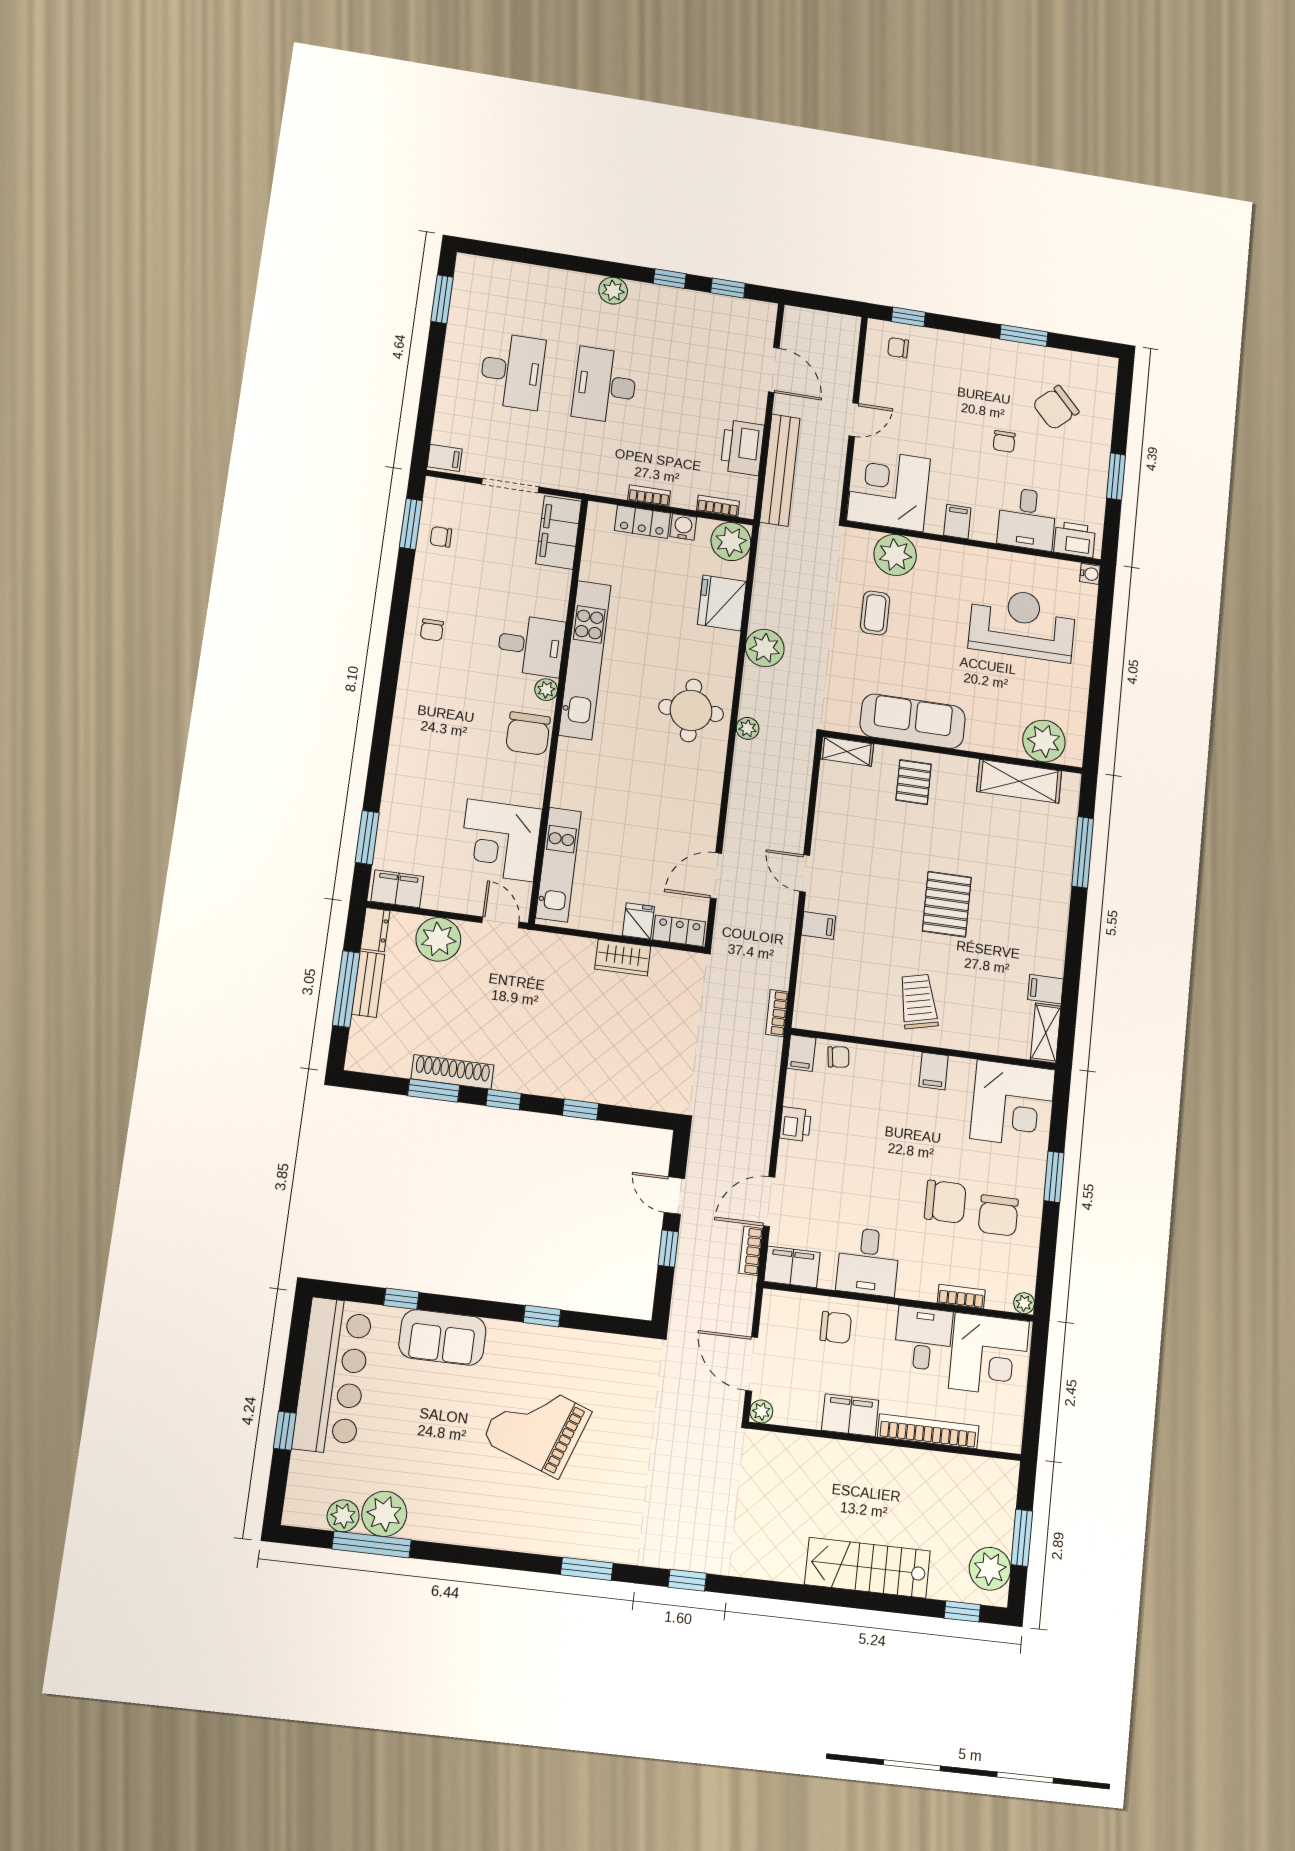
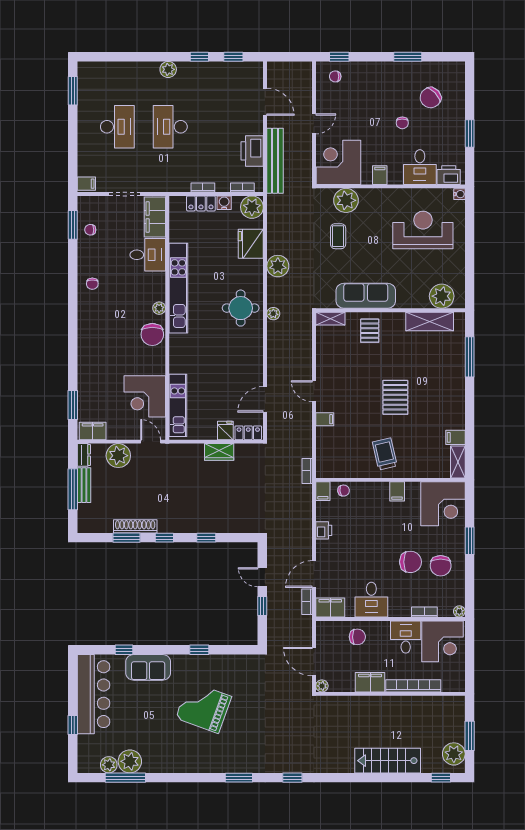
desk: (531, 645) -> (148, 255), moved

